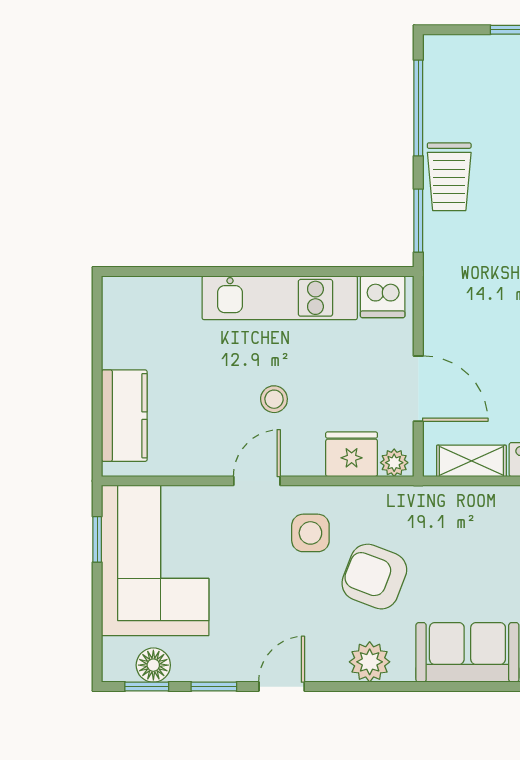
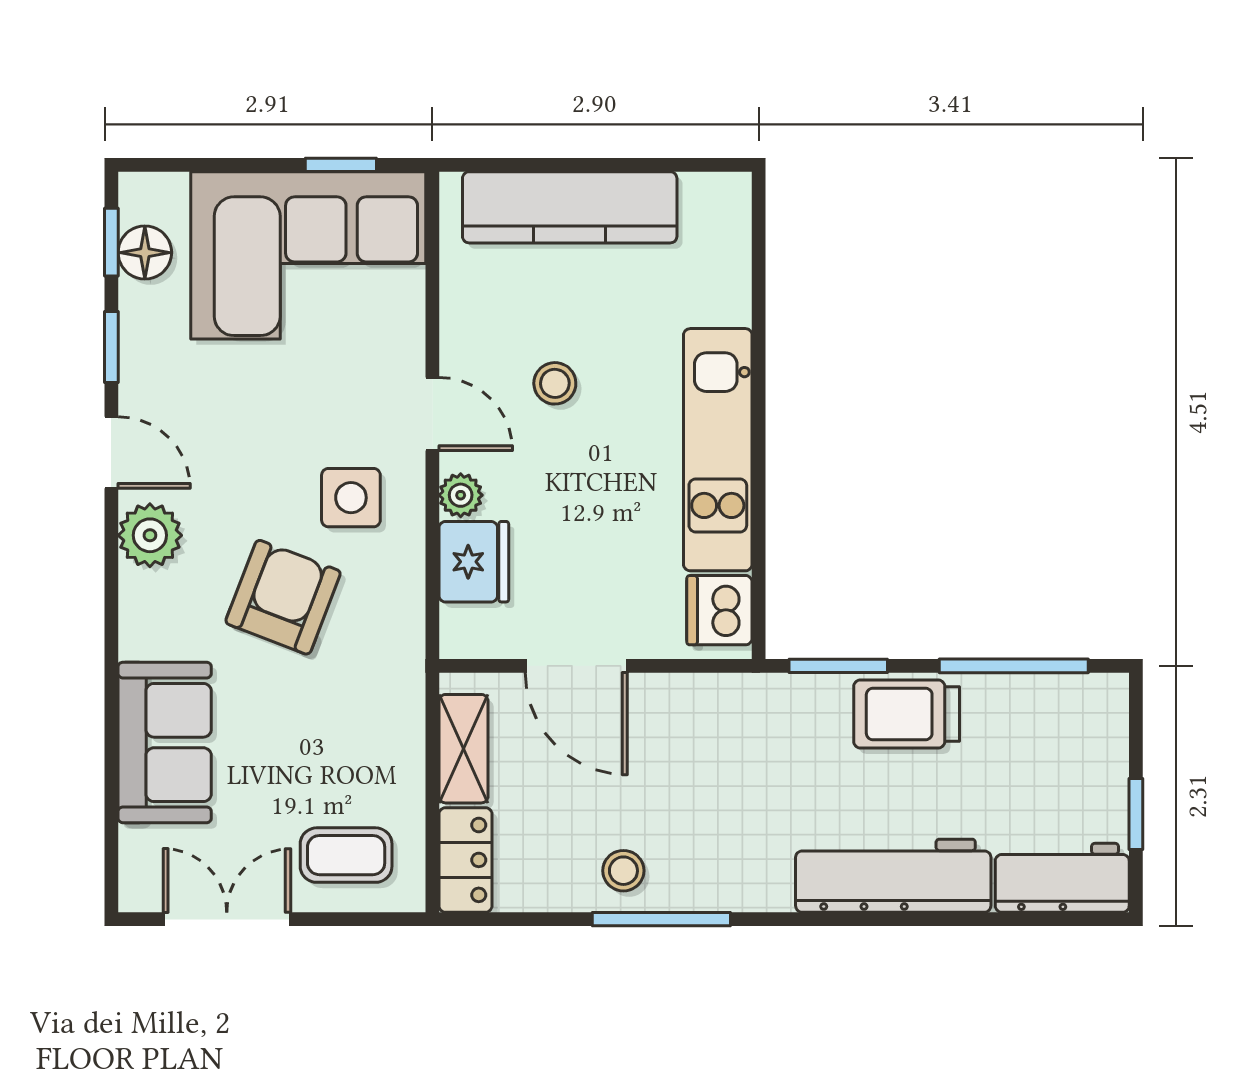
door: (418, 389) -> (576, 666), hinge flipped
stool: (274, 399) -> (555, 383), moved
kitchen counter: (124, 416) -> (570, 207), width x1.50
plant: (394, 463) -> (461, 495), moved
plant: (370, 662) -> (150, 535), moved

